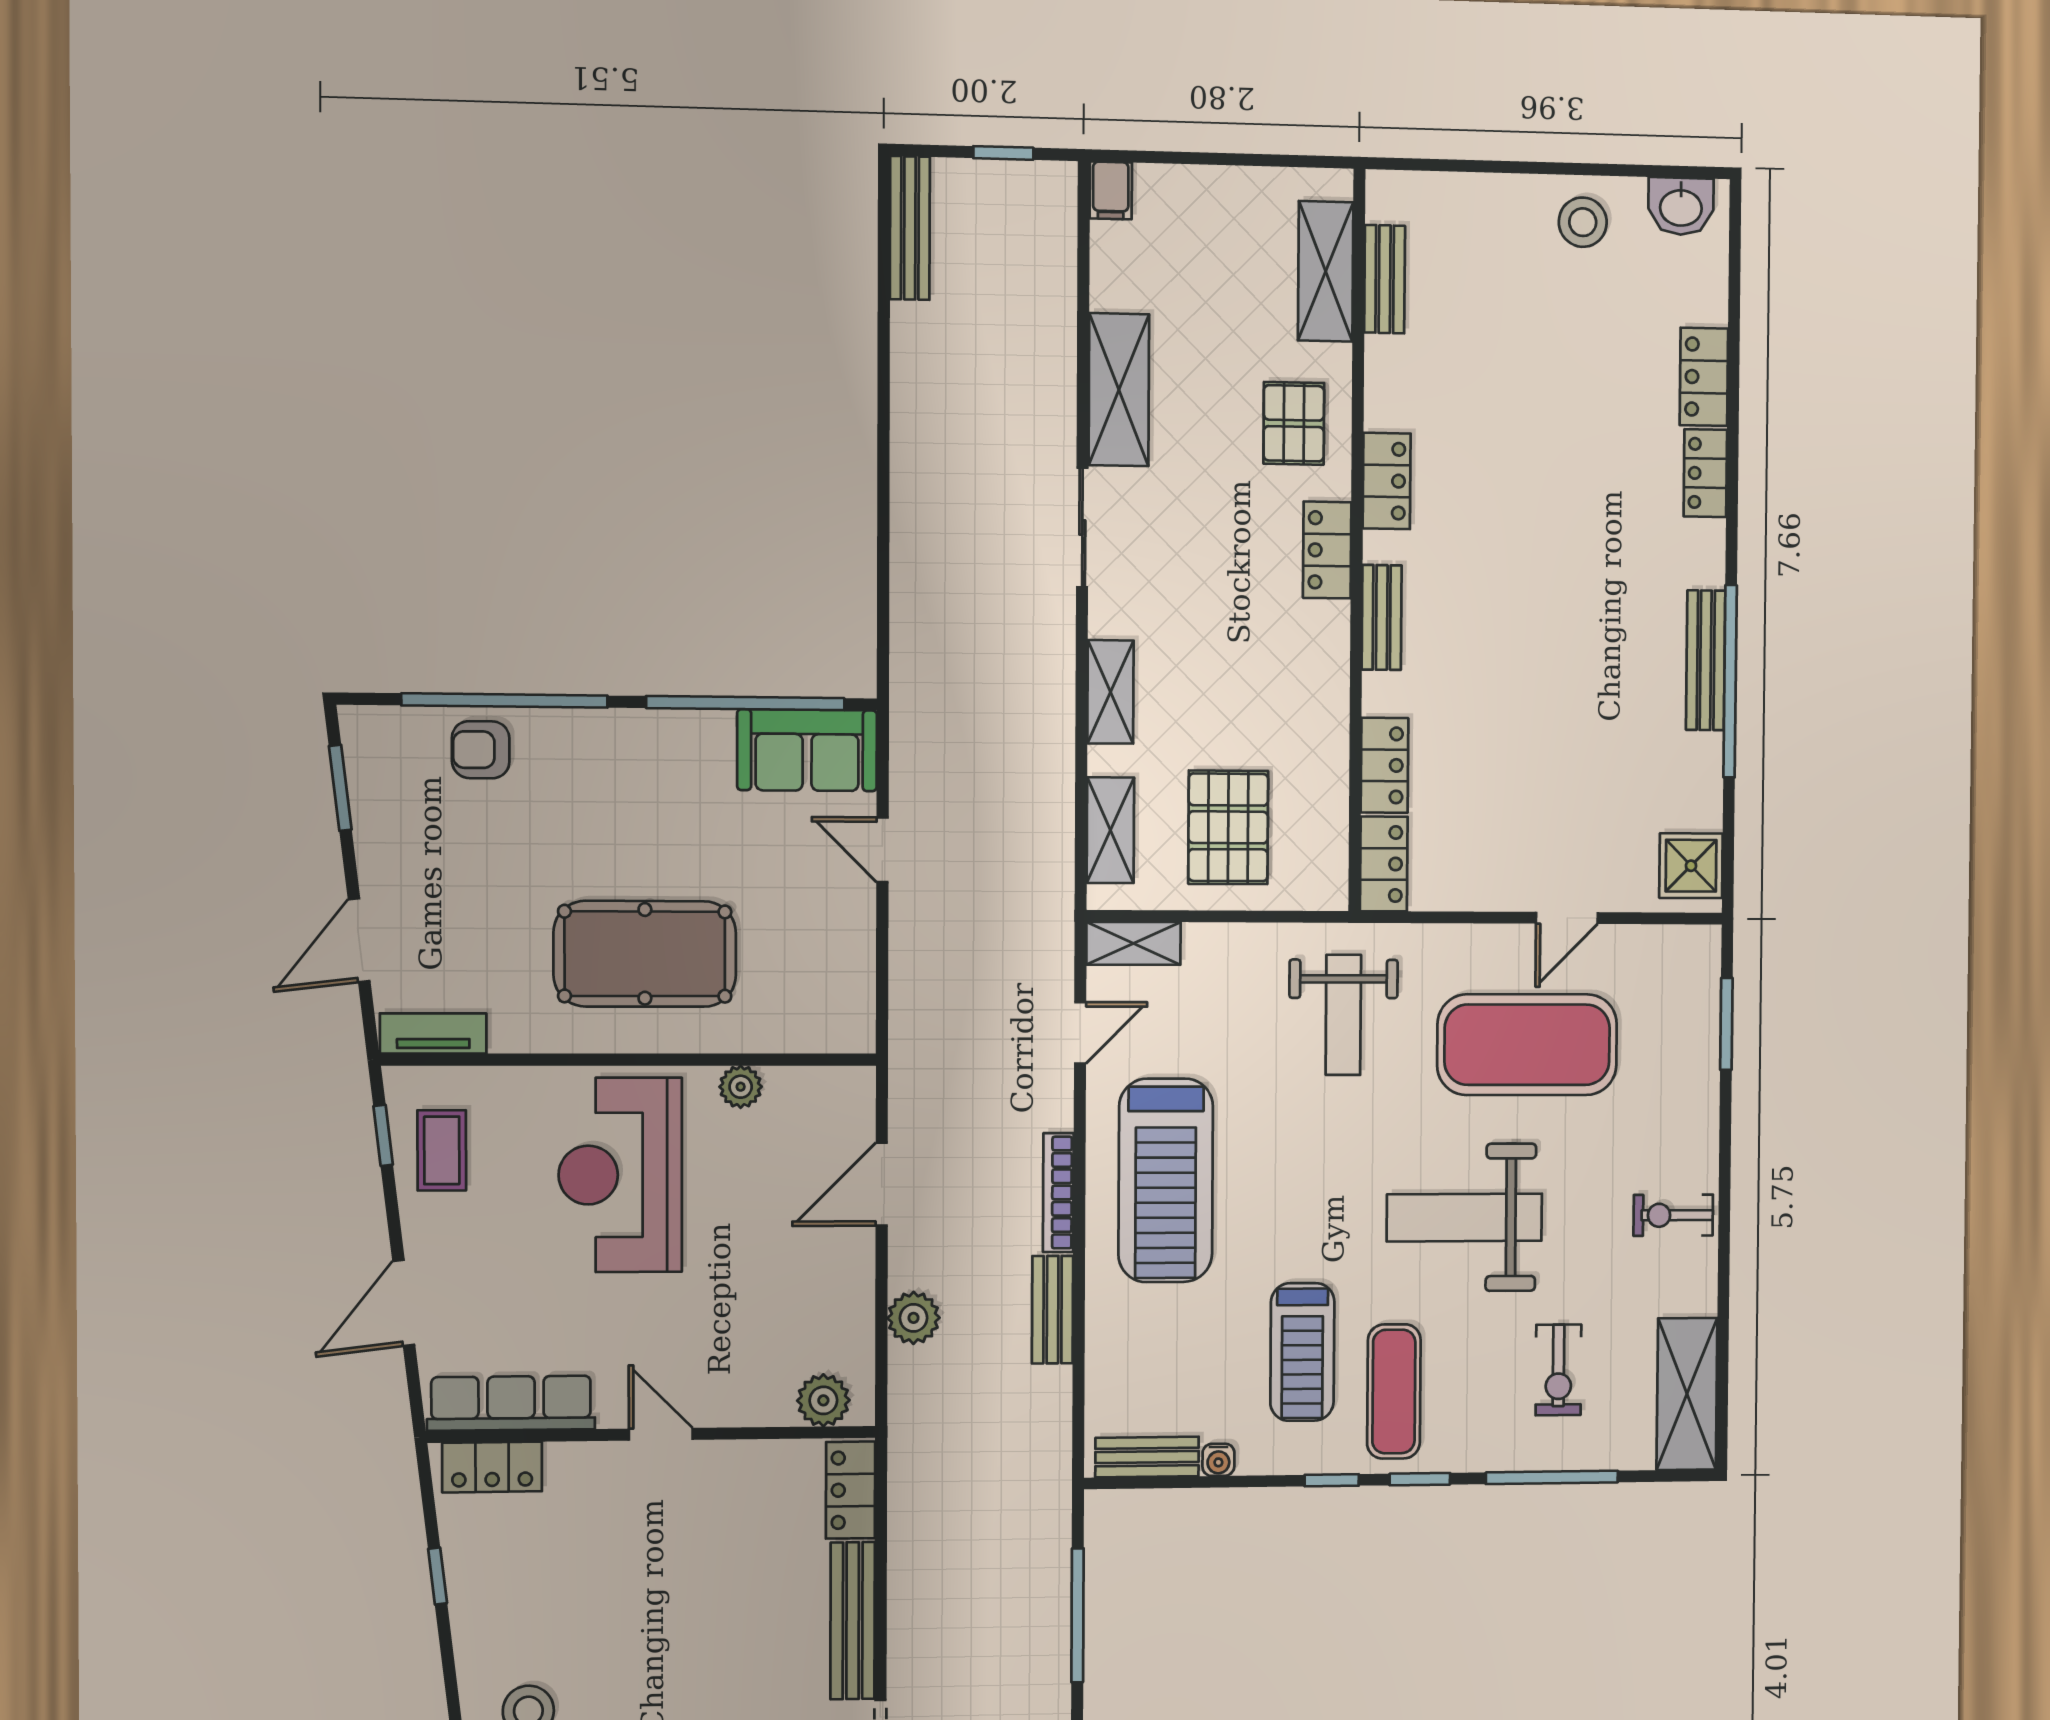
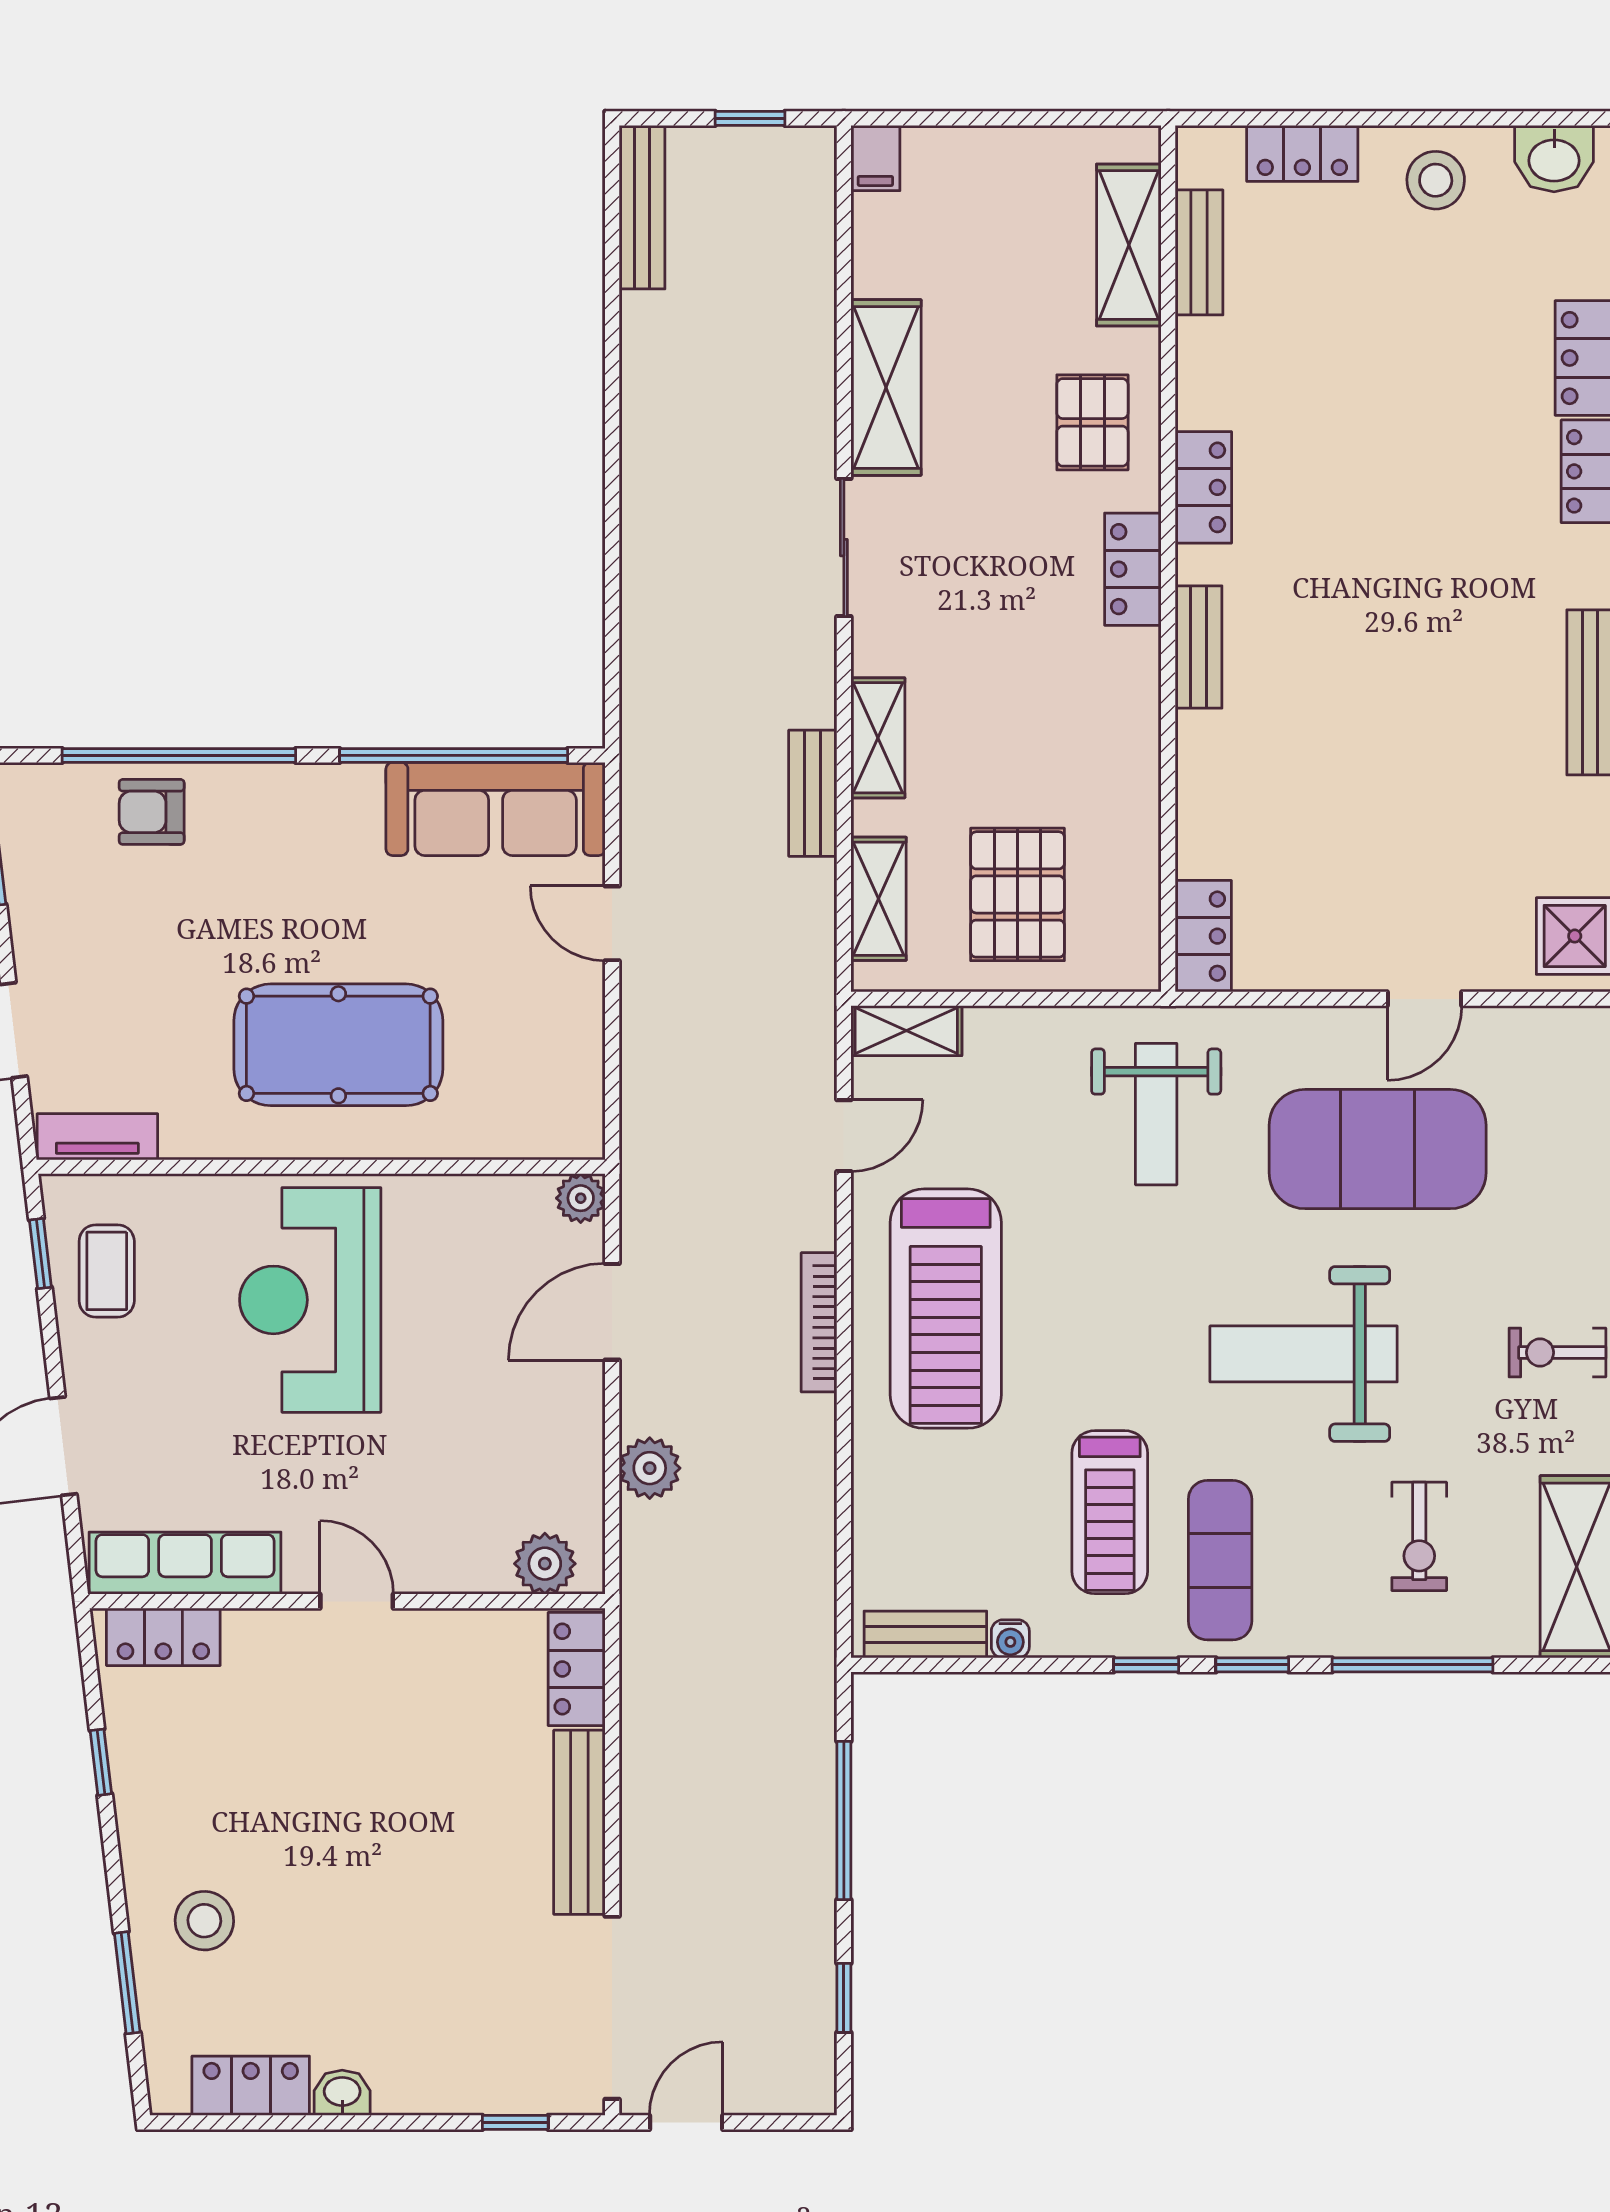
sofa: (807, 750) -> (496, 809), width x1.36
locker: (1385, 765) -> (1302, 153), moved, turned 90
plant: (741, 1087) -> (581, 1198), moved
bench: (1053, 1310) -> (813, 793), moved

